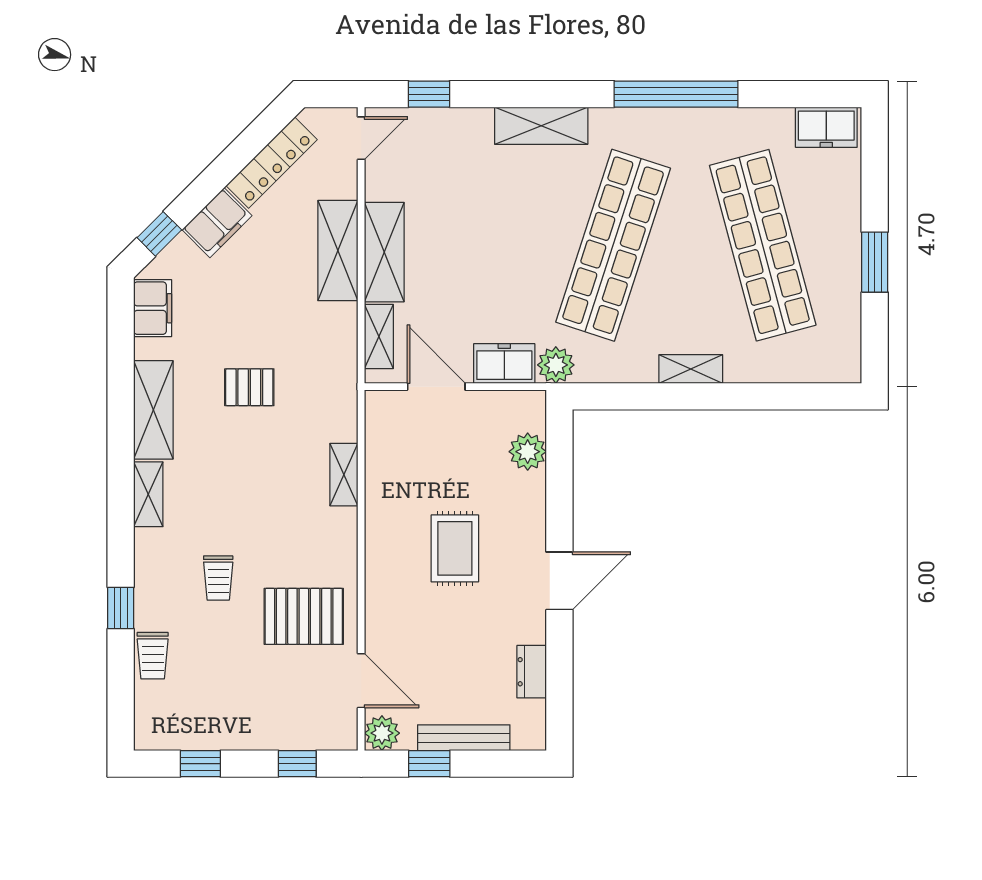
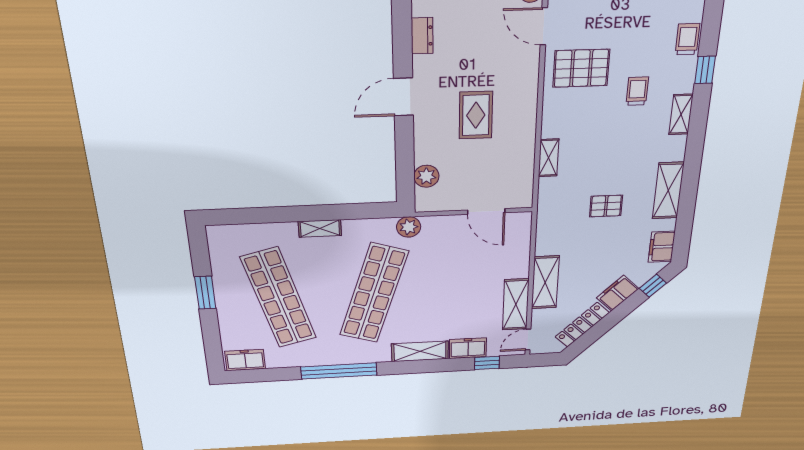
shelving: (384, 252) -> (516, 304), moved
shelving: (379, 337) -> (522, 238), removed
freezer: (504, 363) -> (468, 348), moved, turned 180
shelving: (148, 494) -> (681, 114), moved

